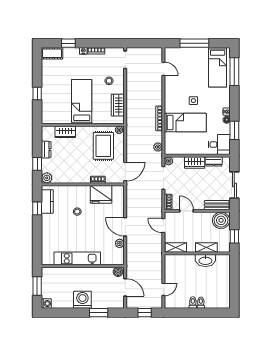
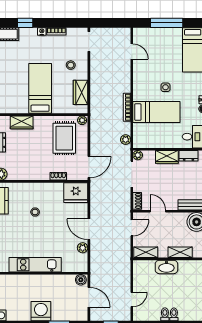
fridge: (101, 194) -> (76, 193), moved
door: (163, 226) -> (132, 228), swing flipped
washbasin: (205, 260) -> (166, 267), moved

